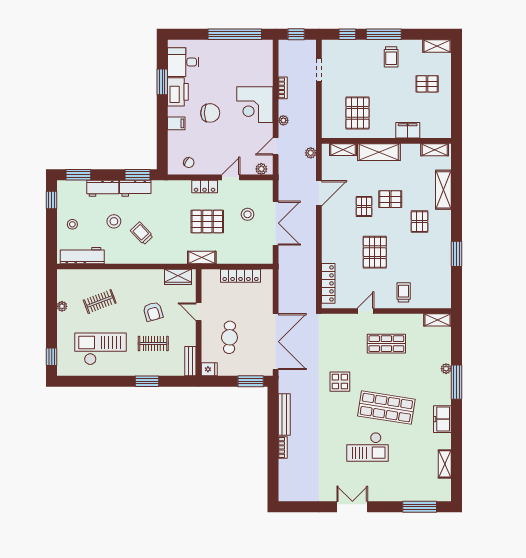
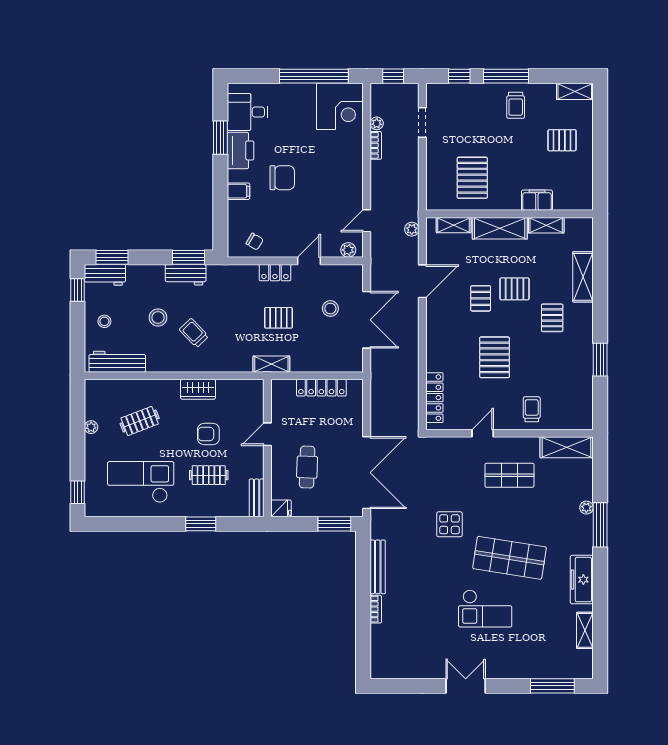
corner desk: (255, 105) -> (340, 106), moved, turned -90
plant: (283, 120) -> (377, 123), moved
shelving: (435, 150) -> (546, 225), moved
workbench: (103, 188) -> (105, 275), moved
pallet: (207, 222) -> (278, 318), width x0.67, depth x0.71
wardrobe: (178, 277) -> (198, 389), moved
armchair: (153, 312) -> (208, 434), turned 106
door: (199, 312) -> (267, 434), hinge flipped
shelving: (437, 320) -> (567, 447), width x1.50, depth x1.33
freezer: (442, 419) -> (582, 580), width x1.40

